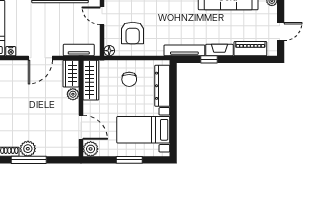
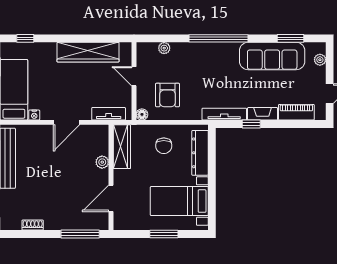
wardrobe: (71, 74) -> (100, 140), removed
door: (81, 127) -> (111, 198), swing flipped
plant: (28, 149) -> (53, 222), removed
plant: (91, 149) -> (122, 222), removed
window: (29, 160) -> (80, 234), moved

